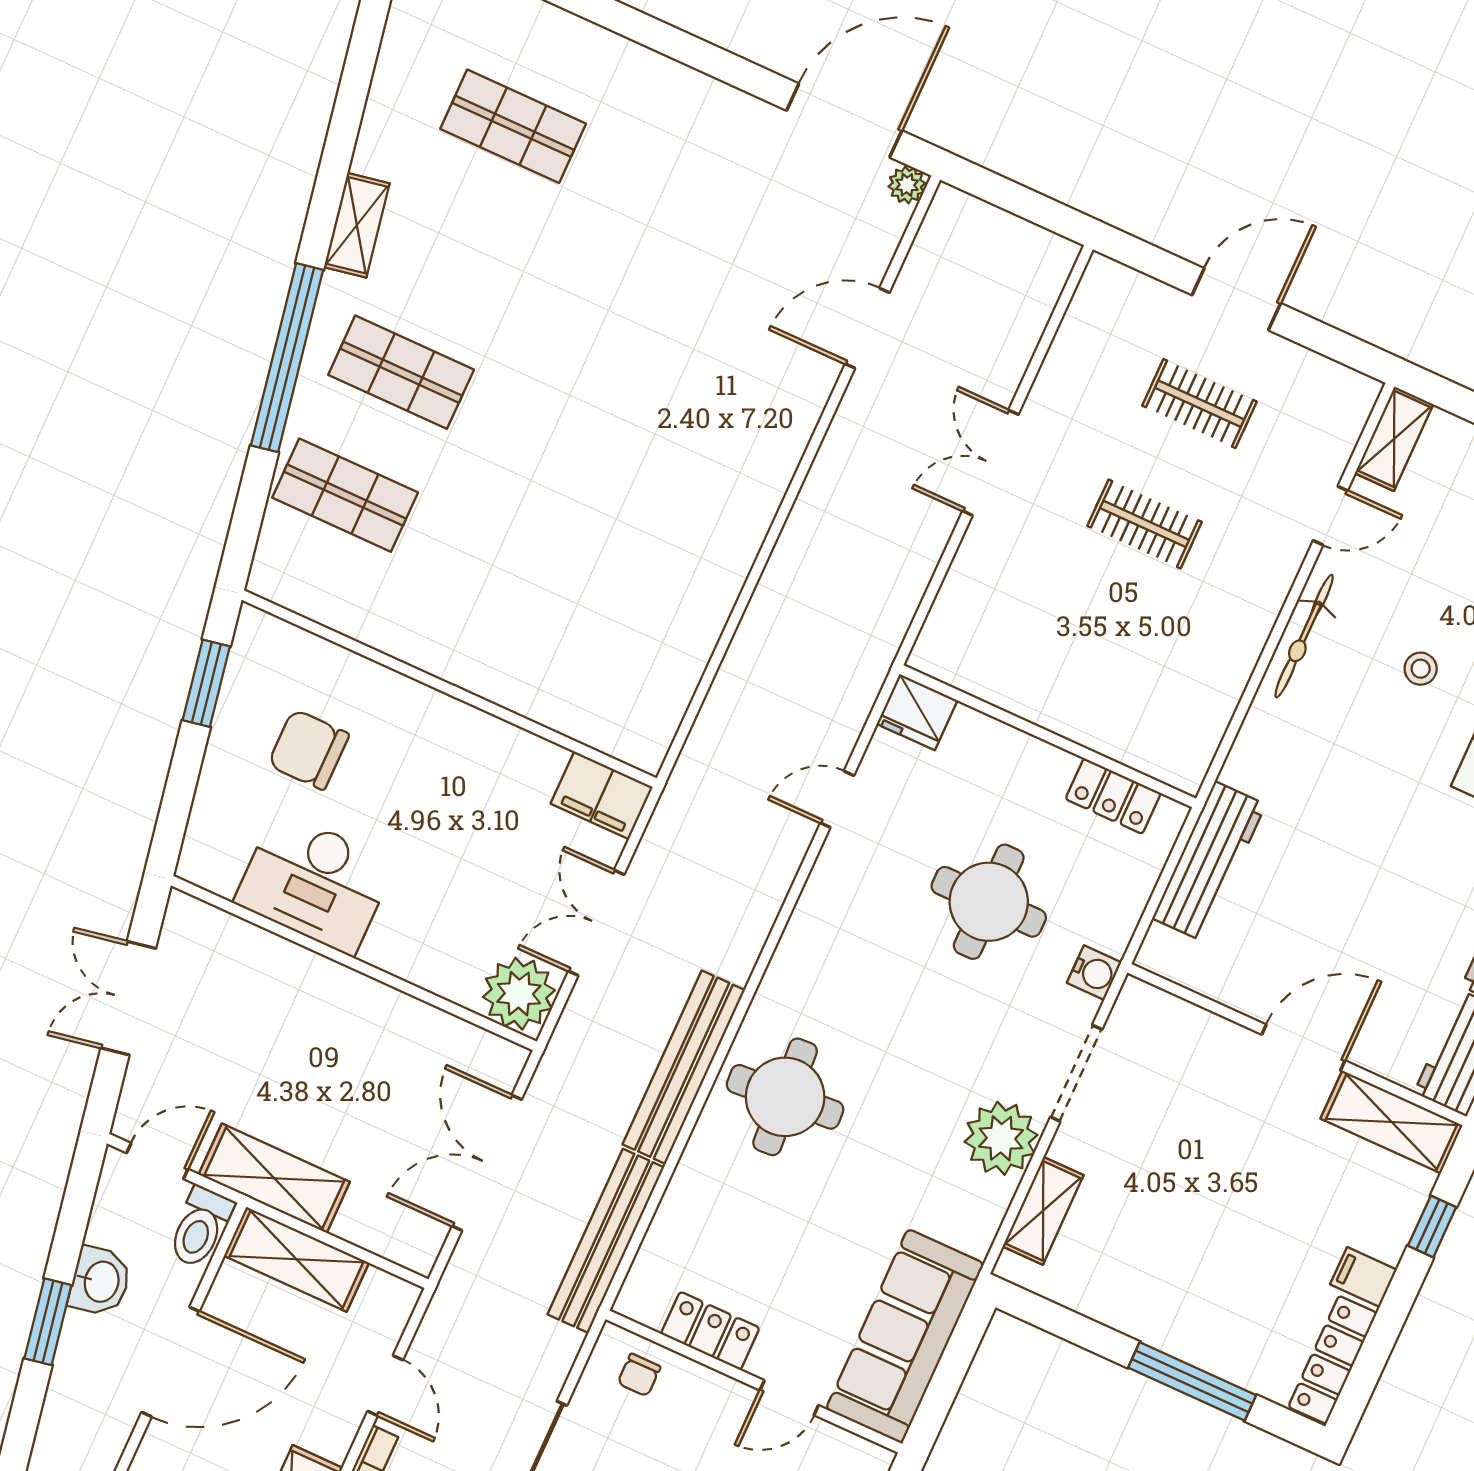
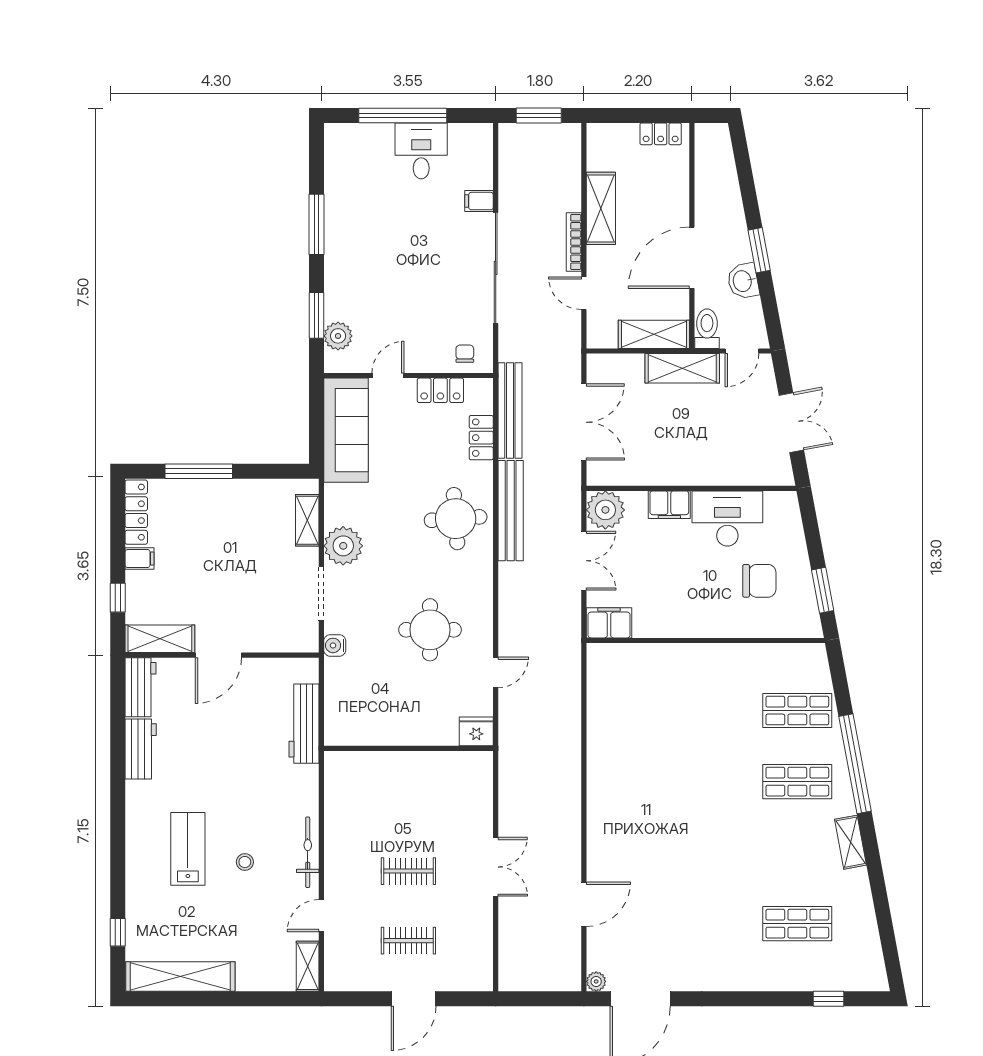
locker: (1113, 796) -> (481, 438), moved, turned -90
round table: (989, 902) -> (430, 630), moved
filing cabinet: (404, 952) -> (669, 505), added

